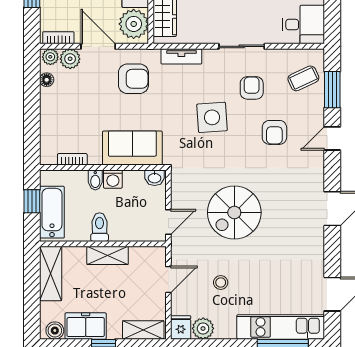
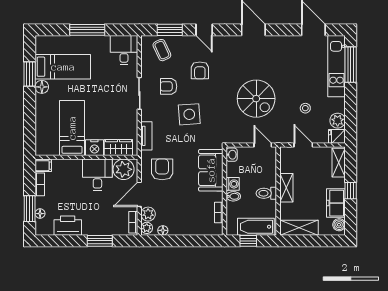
armchair: (274, 132) -> (200, 70), turned 90

